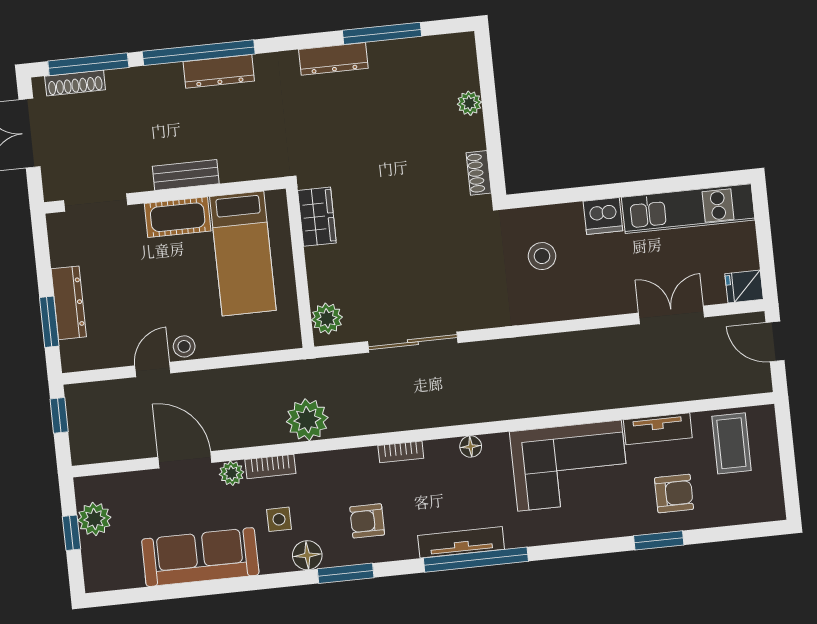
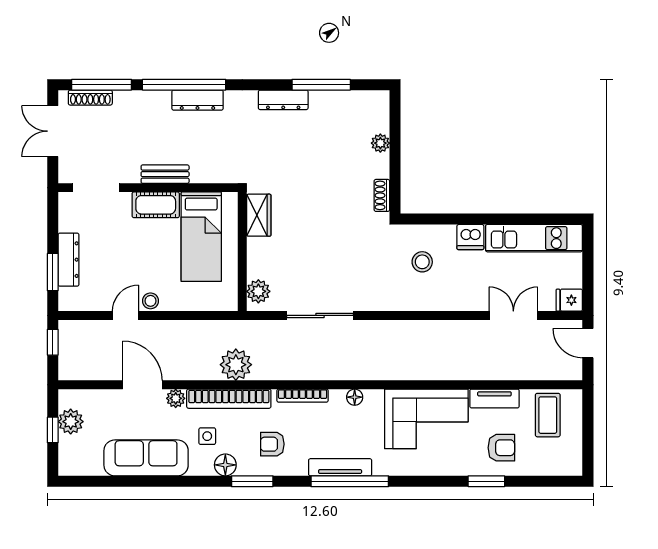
bookcase: (401, 452) -> (303, 396), width x1.56
bookcase: (270, 467) -> (229, 399), width x2.31, depth x1.31

